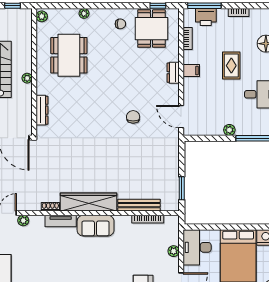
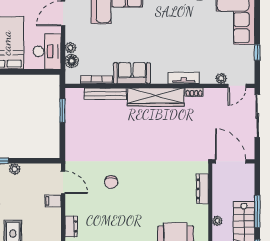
filing cabinet: (191, 71) -> (53, 201), moved
sofa: (96, 226) -> (132, 73), moved
floor lamp: (173, 238) -> (72, 61), added

